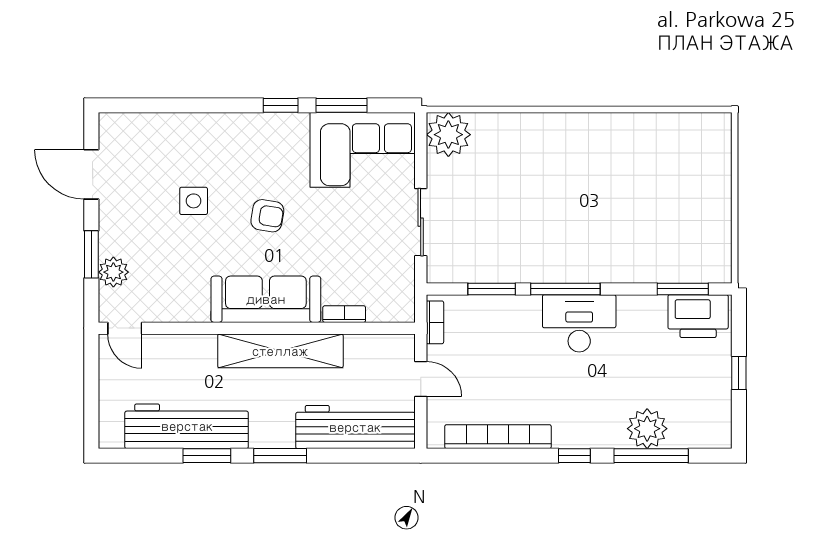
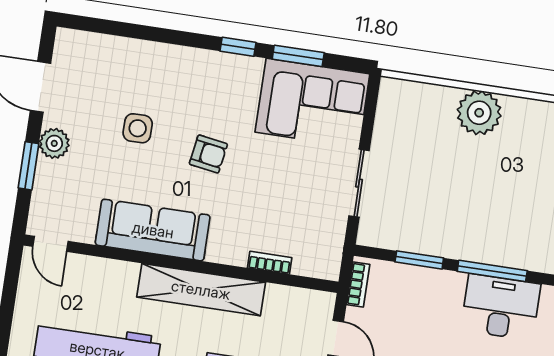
plant: (448, 135) -> (479, 113), moved
plant: (113, 272) -> (54, 143), moved
sofa: (266, 299) -> (153, 230), moved

